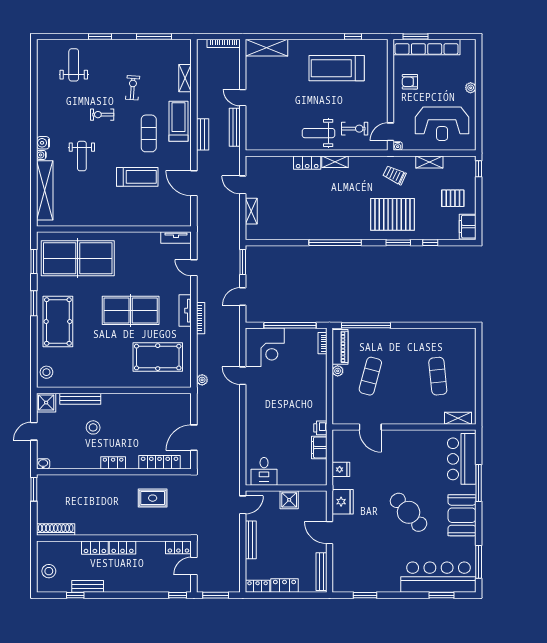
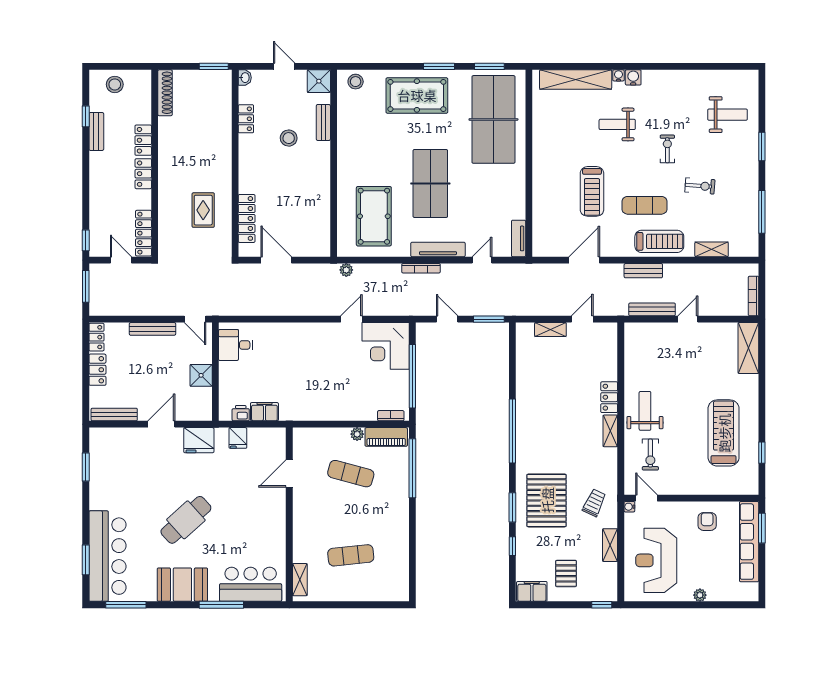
tv unit: (185, 311) -> (438, 249), width x1.41
bench: (80, 399) -> (323, 122), width x0.73
printer: (320, 428) -> (241, 413), moved
locker: (113, 463) -> (246, 119), moved
locker: (178, 547) -> (144, 233), width x1.53

